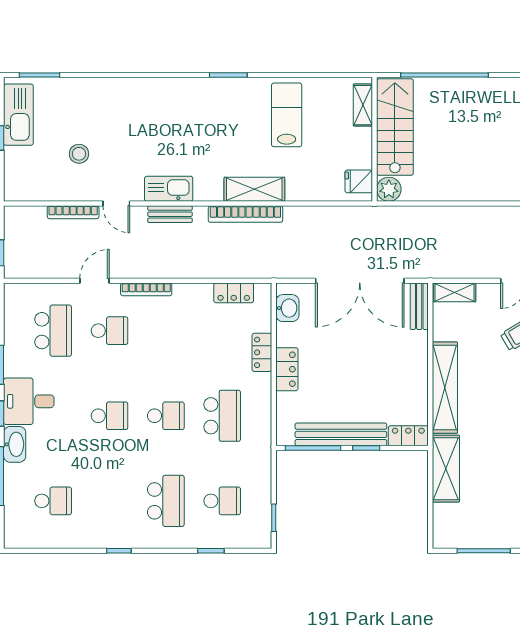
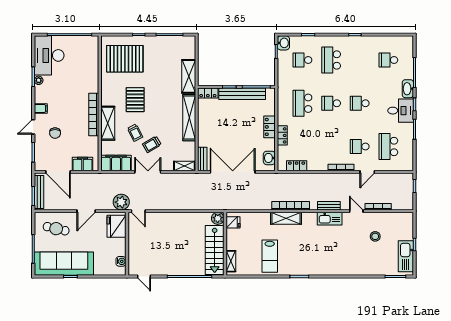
washbasin: (260, 535) -> (283, 43), added

